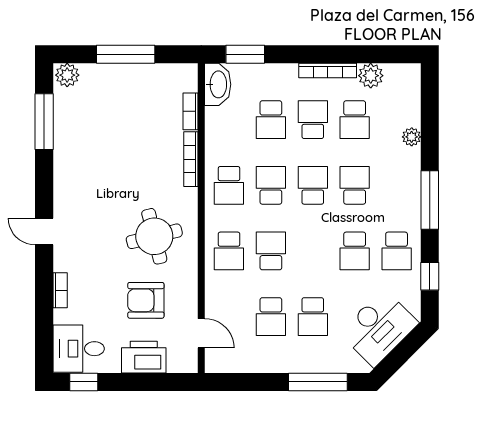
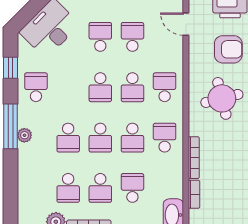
school desk: (355, 120) -> (68, 188), turned 180
plant: (412, 137) -> (24, 135), moved
school desk: (355, 251) -> (100, 87), moved, turned 180

